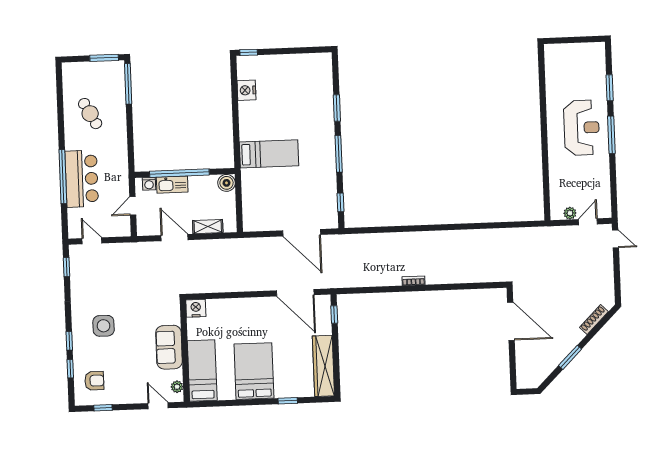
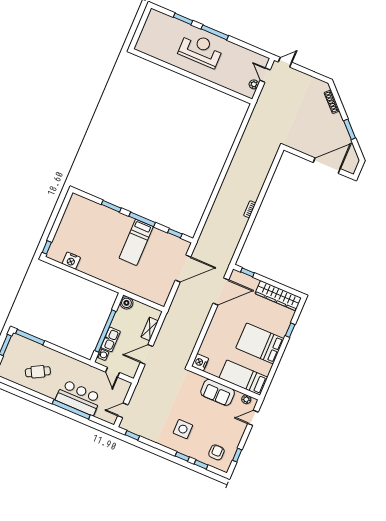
bed: (269, 154) -> (136, 242), moved, turned 180
door: (511, 321) -> (327, 166), moved

